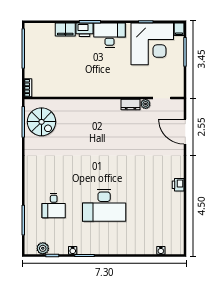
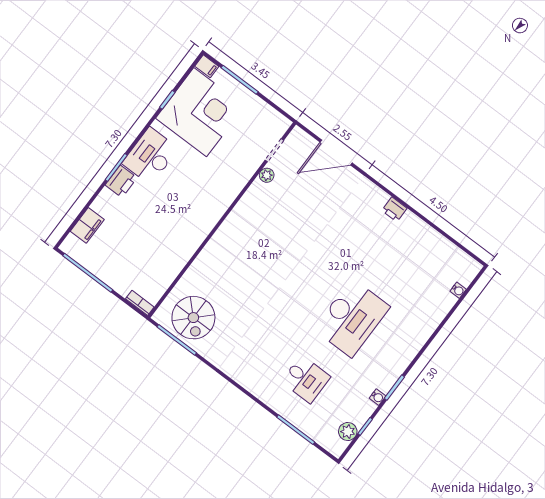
filing cabinet: (65, 29) -> (87, 225), moved
dresser: (131, 104) -> (254, 194), removed
spiral stairs: (42, 122) -> (193, 318), turned 90

